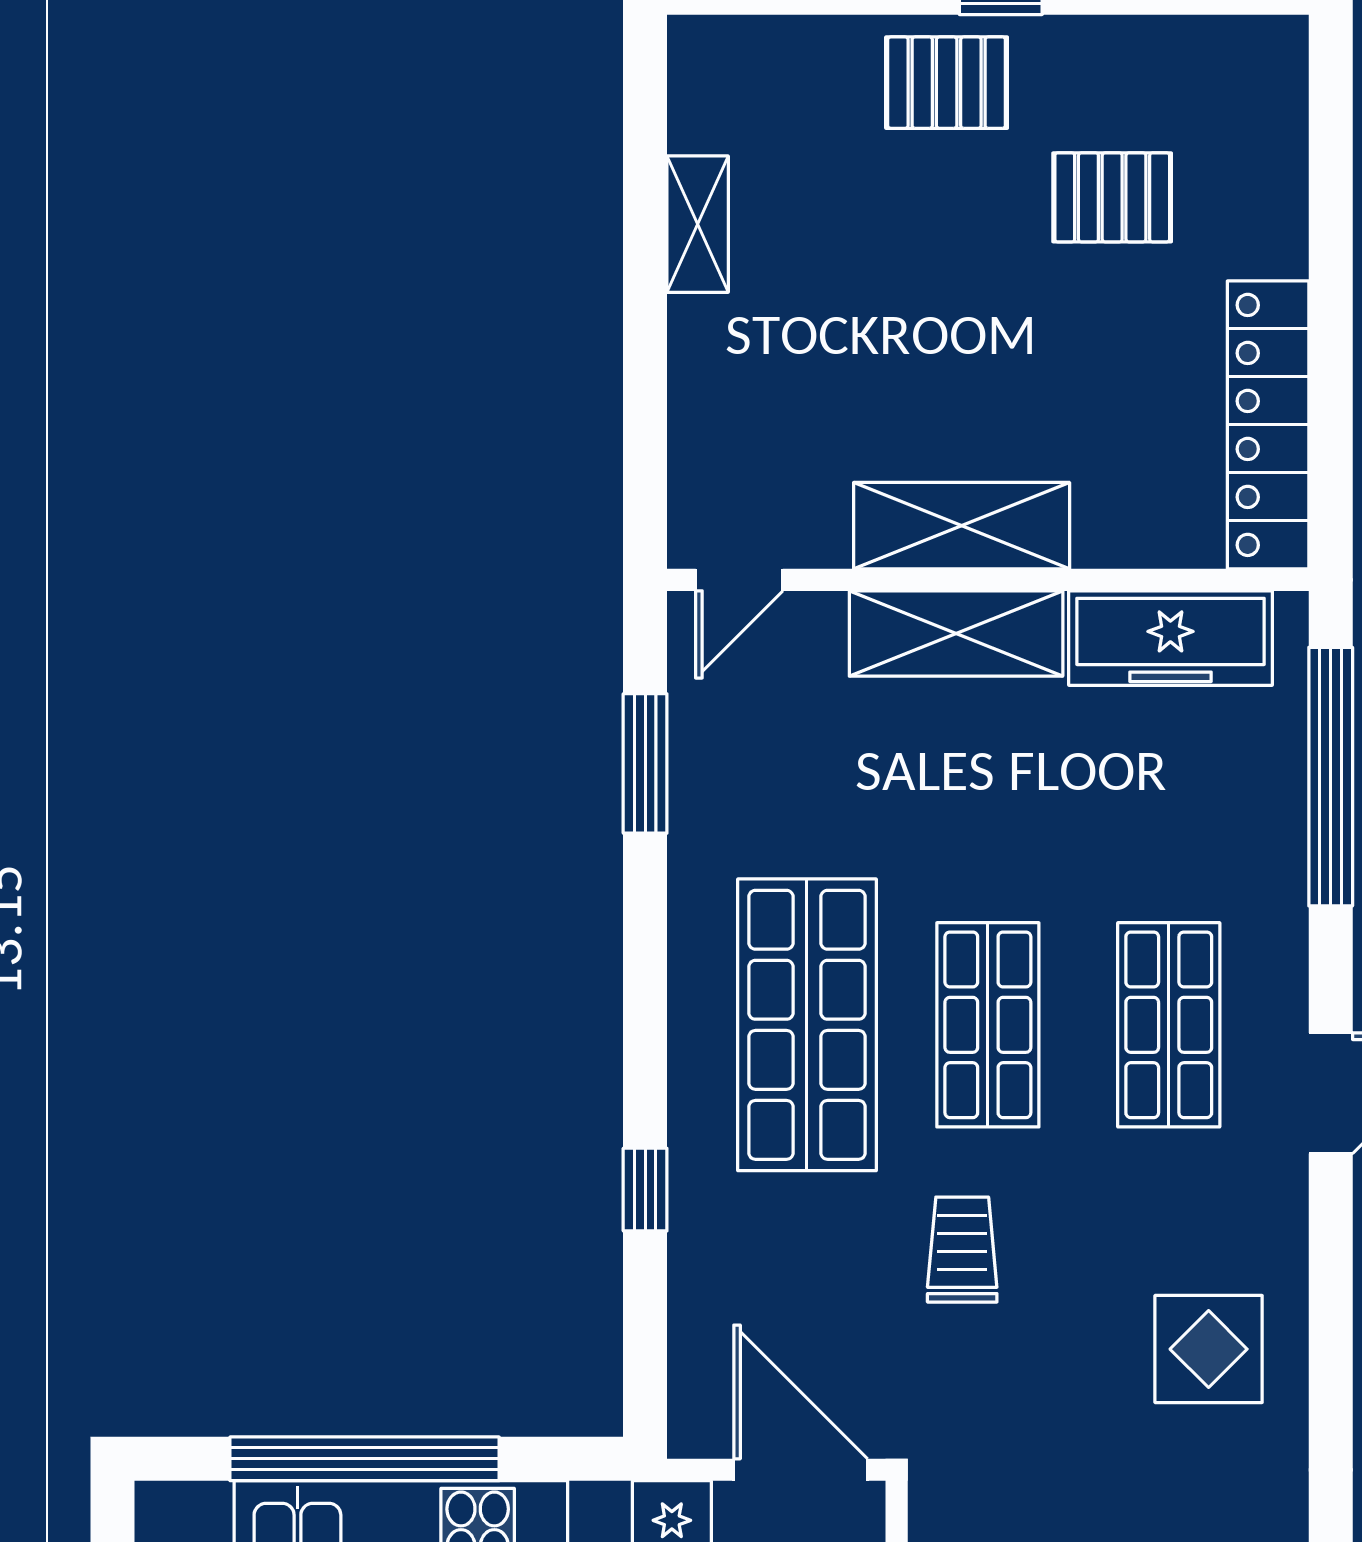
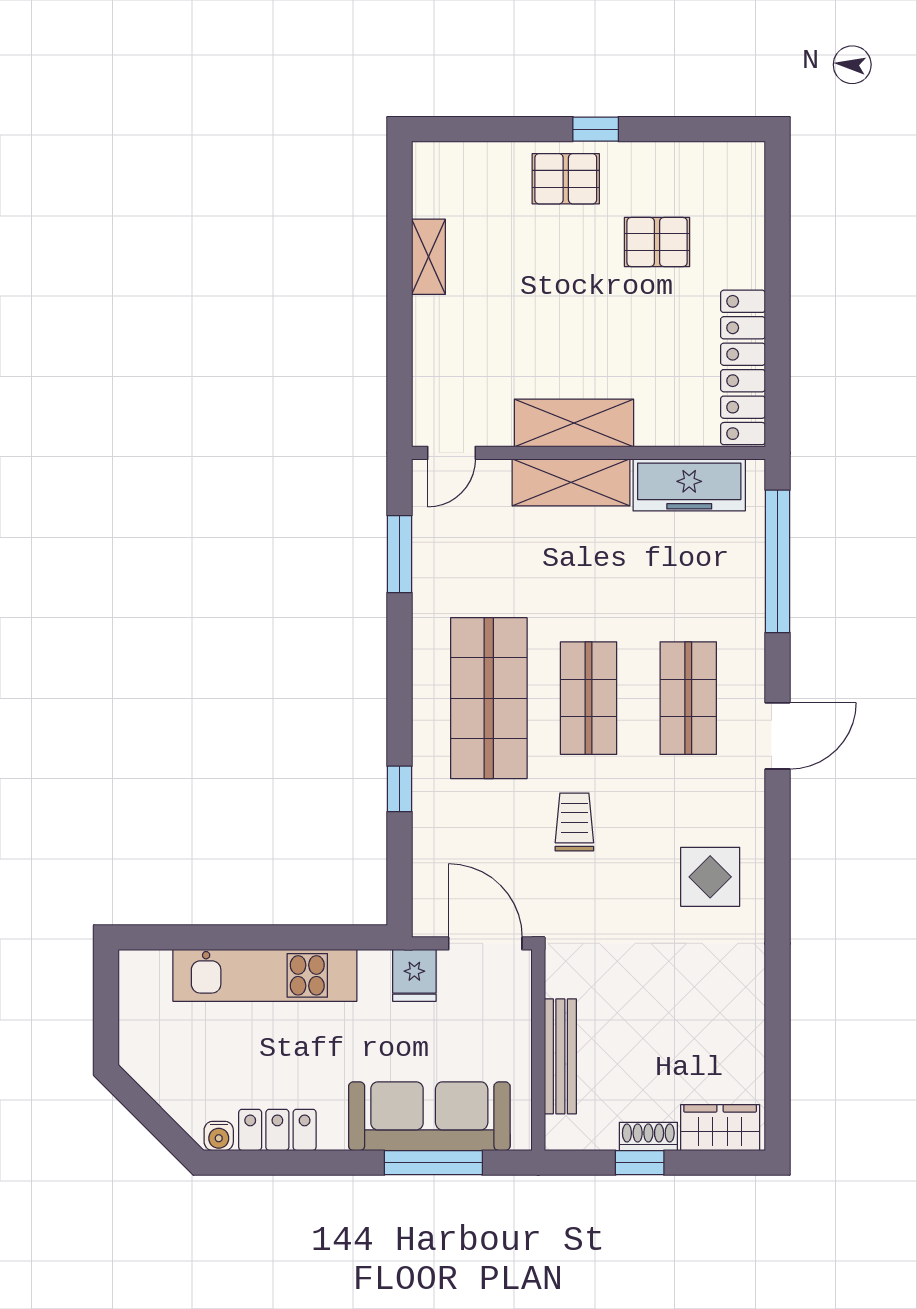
window: (365, 1459) -> (245, 937), removed

